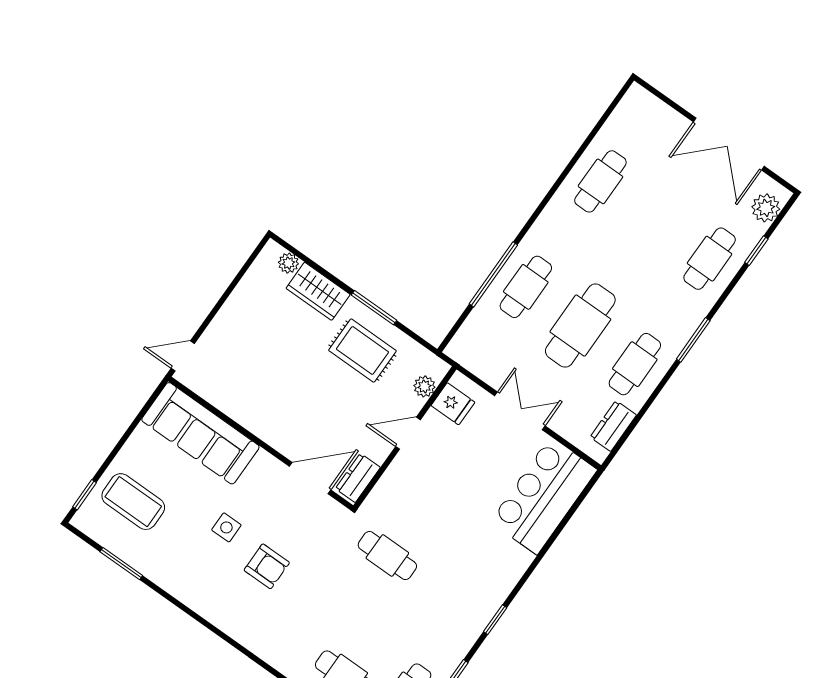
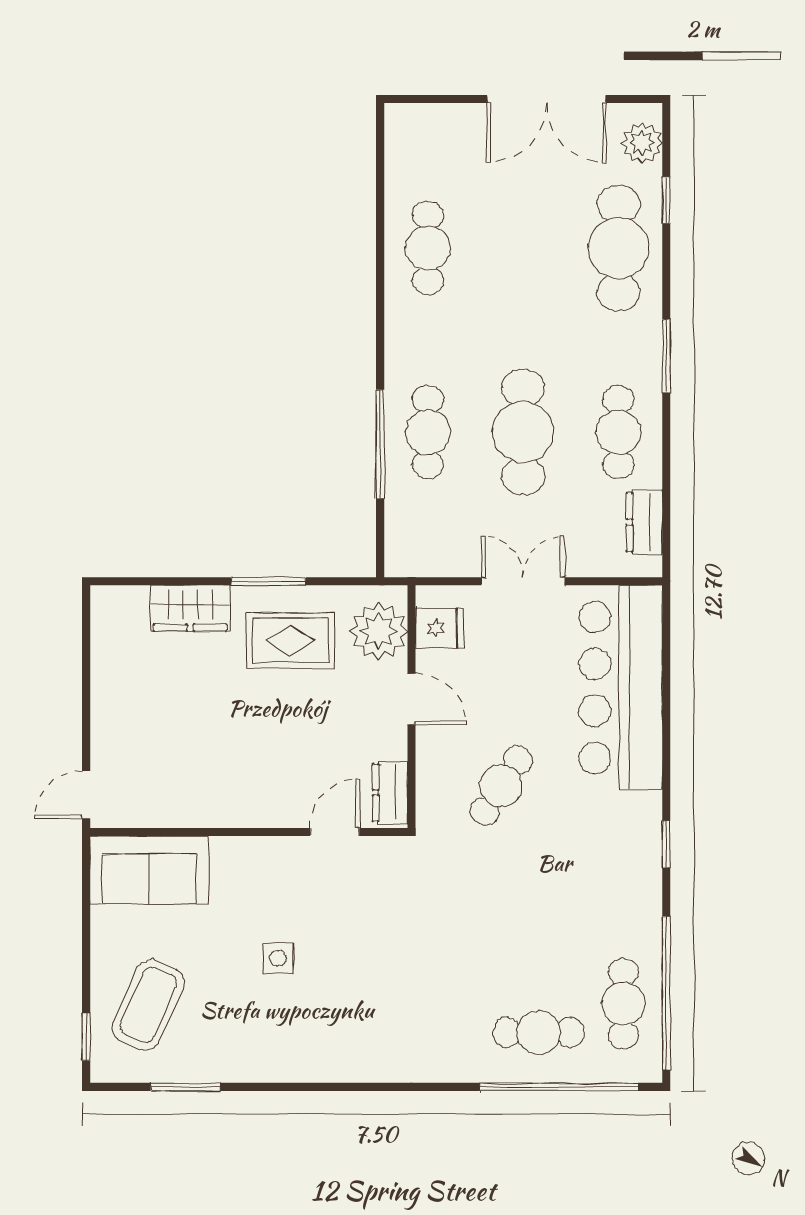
cafe table: (710, 259) -> (618, 248), width x1.37, depth x1.35
plant: (288, 263) -> (132, 600), removed
plant: (424, 386) -> (379, 631), width x1.87, depth x1.87
sofa: (200, 433) -> (149, 870), width x0.73
door: (408, 433) -> (411, 699), swing flipped
door: (310, 478) -> (335, 832), width x0.73
bar counter: (544, 496) -> (621, 687), width x1.36
coffee table: (133, 502) -> (148, 1005), turned -66
cafe table: (387, 556) -> (501, 786), moved, turned -57
armchair: (267, 566) -> (357, 970), removed

